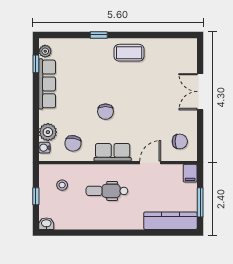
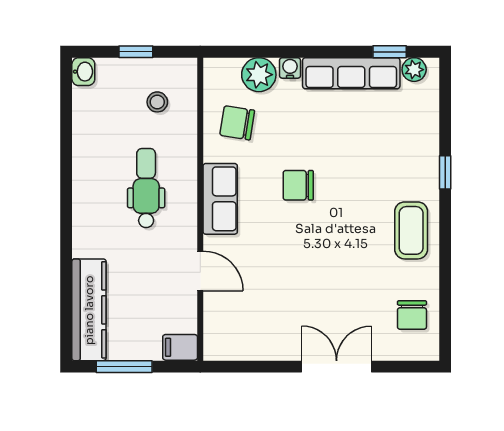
chair: (180, 141) -> (412, 315), moved
water cooler: (44, 148) -> (290, 68), moved

